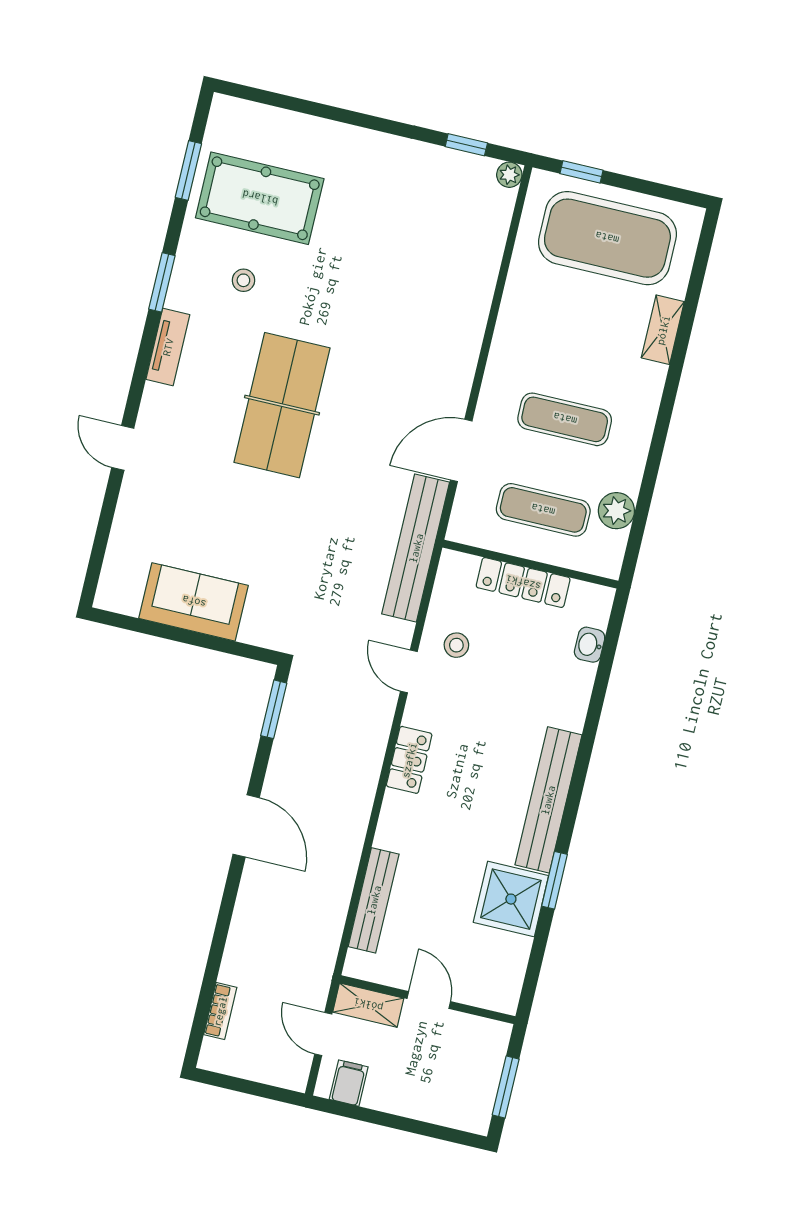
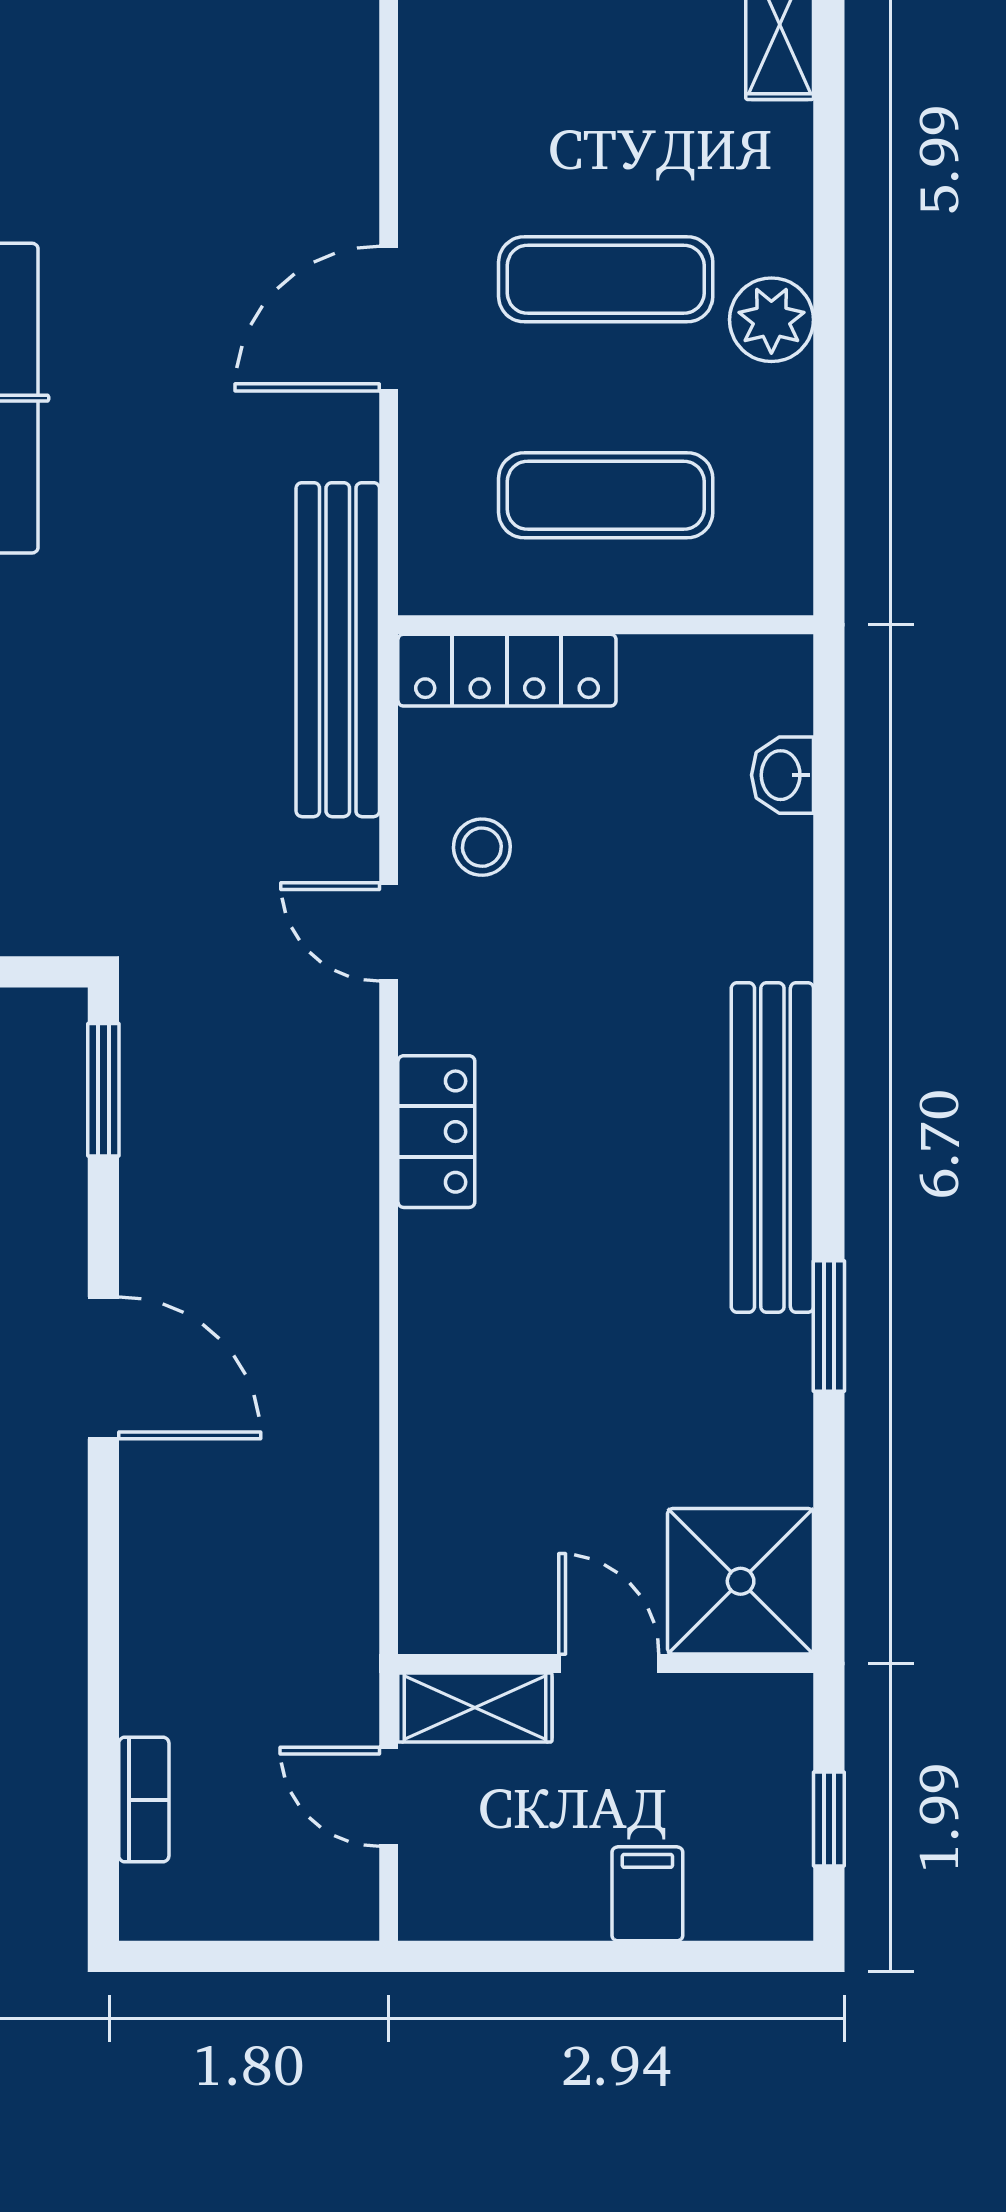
door: (461, 450) -> (389, 319), moved
plant: (616, 511) -> (771, 320), moved
locker: (523, 583) -> (507, 670), moved
shower: (511, 899) -> (741, 1581), moved
bench: (374, 900) -> (431, 1468), removed
filing cabinet: (349, 1083) -> (647, 1894), moved
window: (506, 1087) -> (829, 1819), width x0.67

